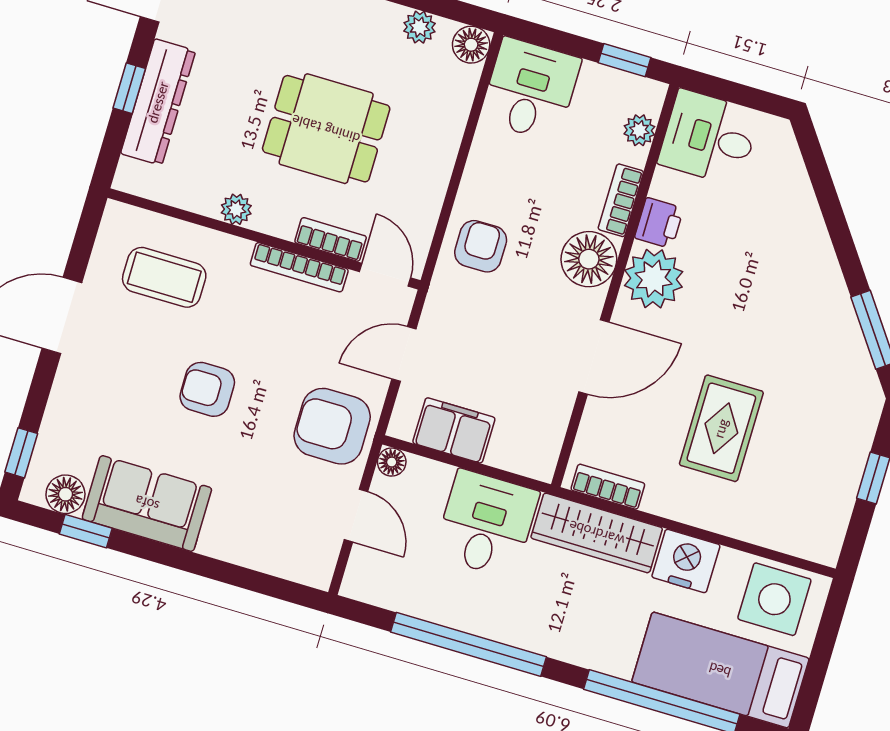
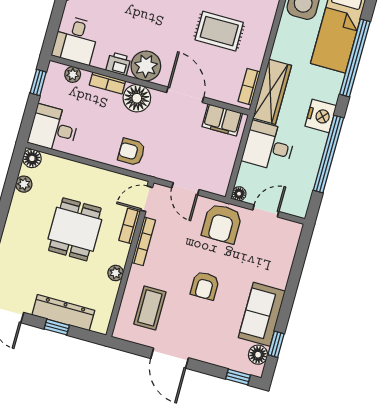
filing cabinet: (454, 430) -> (222, 120), moved, turned -90
nightstand: (686, 561) -> (321, 116), moved, turned 180

